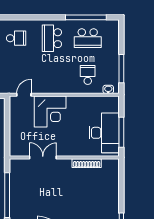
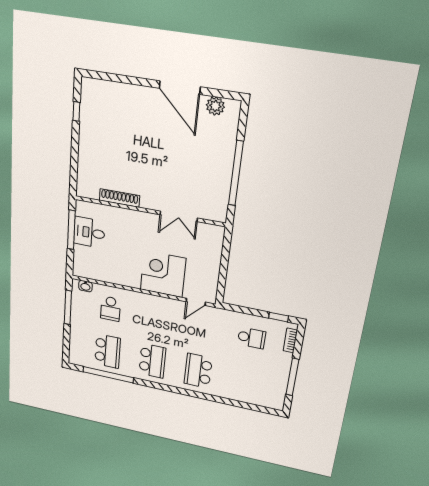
school desk: (16, 38) -> (198, 371), width x1.85
school desk: (88, 38) -> (108, 351), turned 90
desk: (104, 133) -> (89, 232), width x0.53, depth x0.77

